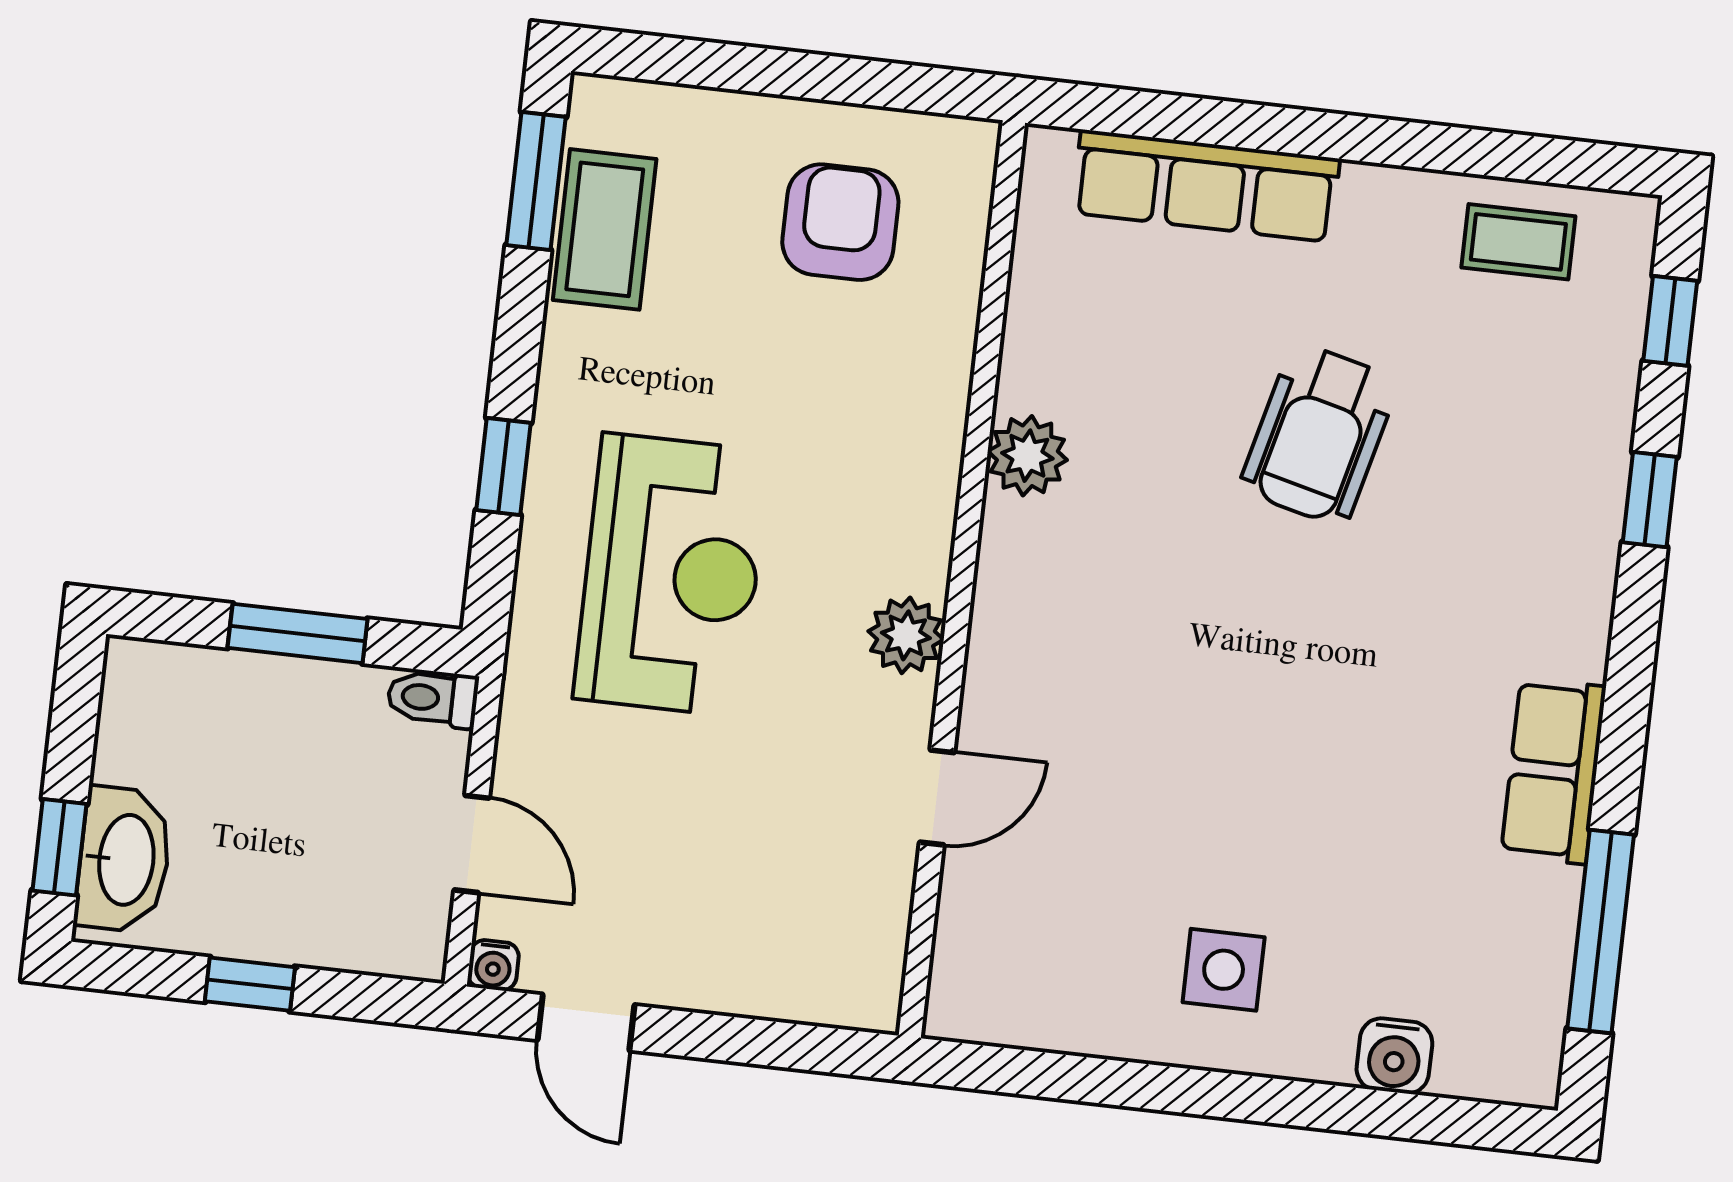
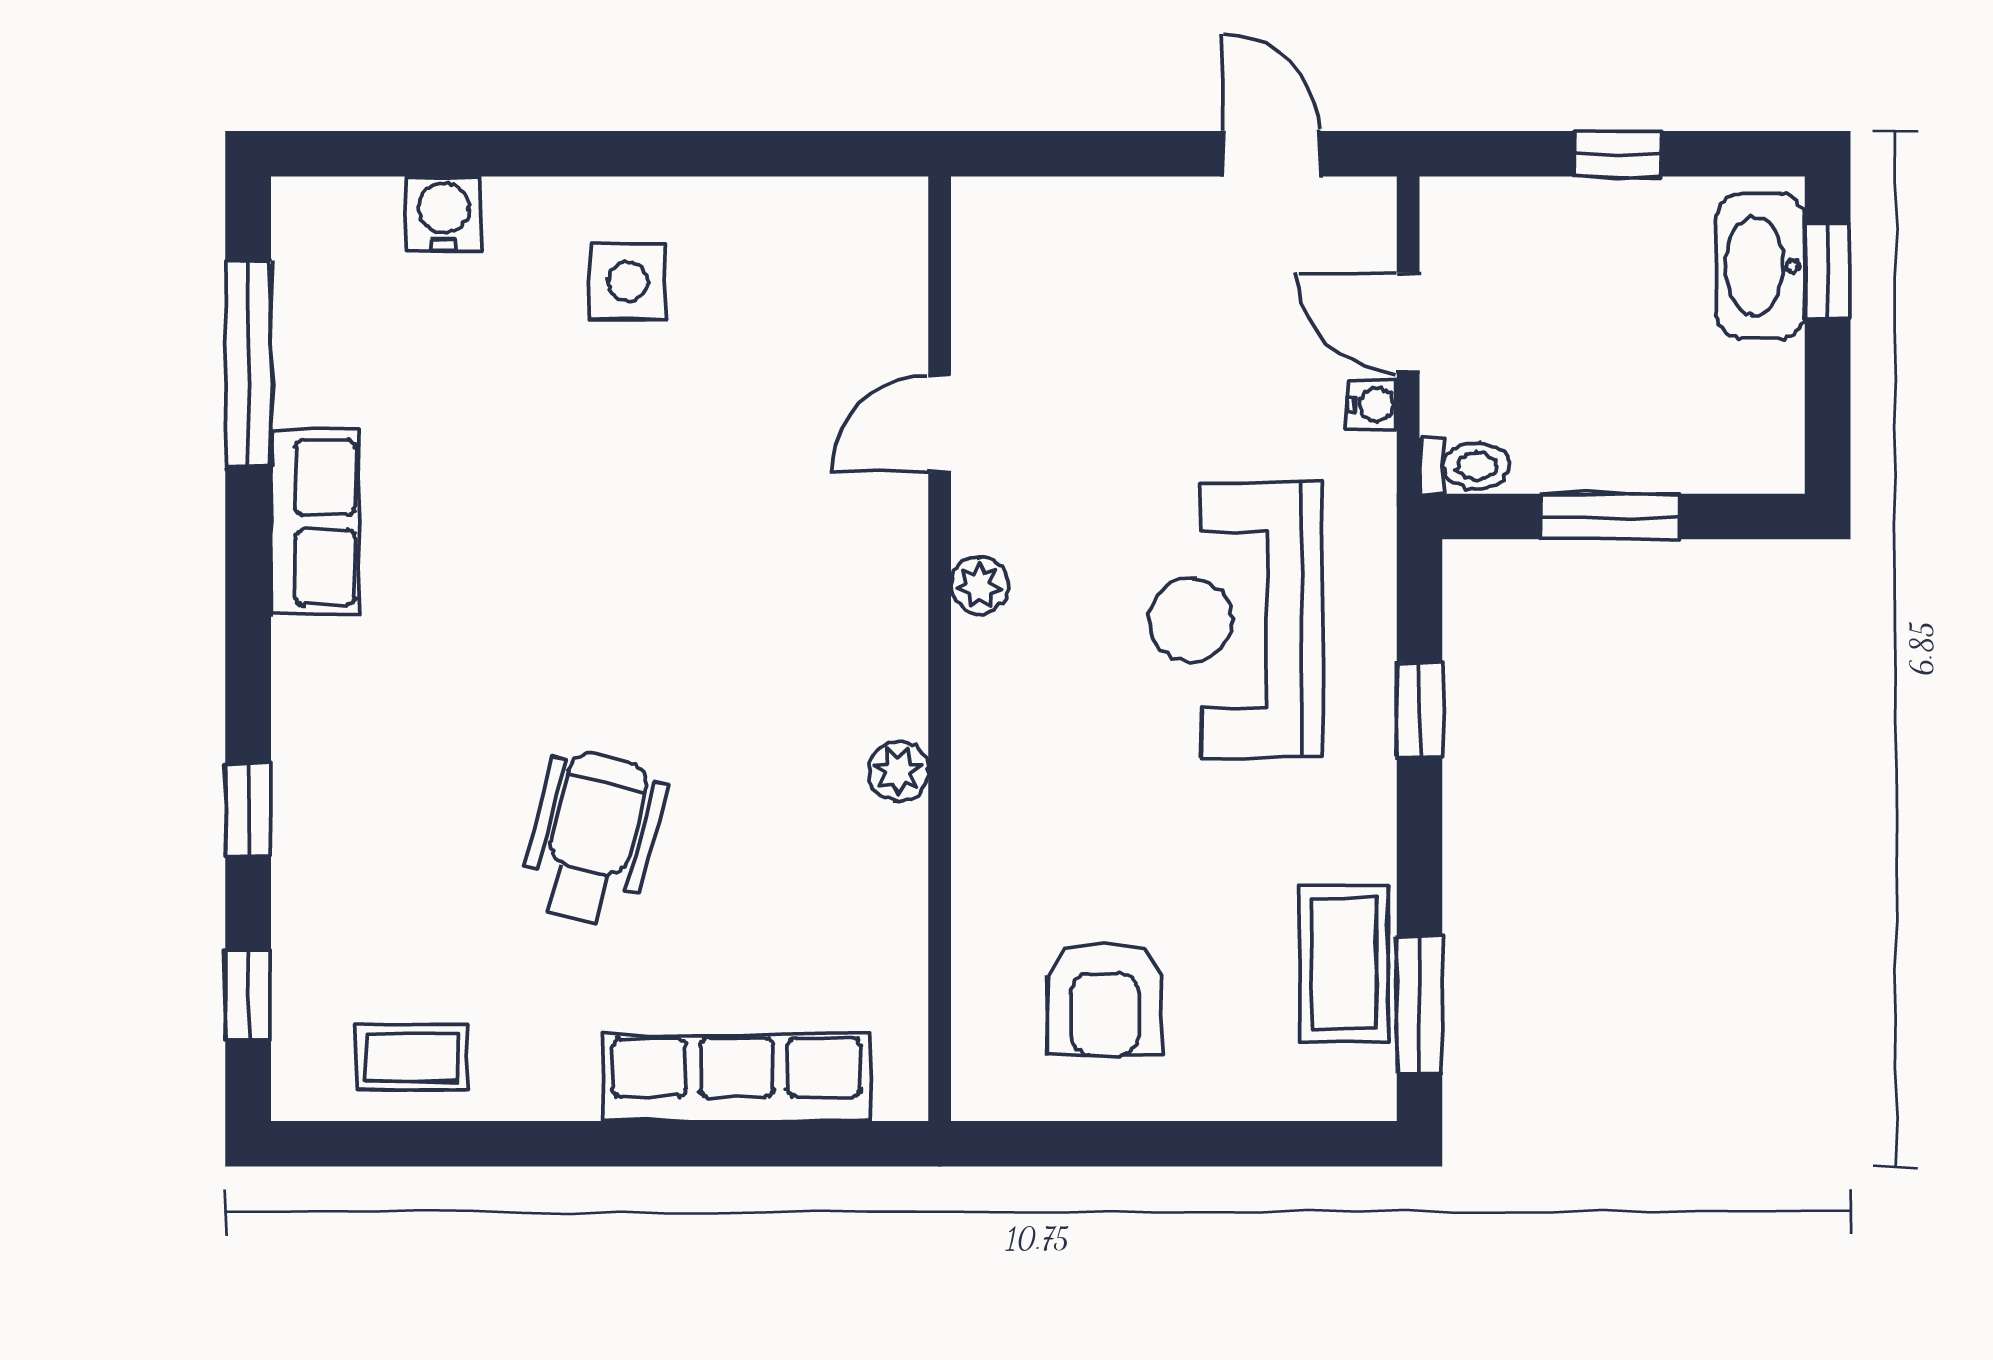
plant: (1027, 456) -> (898, 771), width x0.73, depth x0.73
plant: (906, 635) -> (979, 585), width x0.73, depth x0.73
water cooler: (493, 965) -> (1372, 404), moved, turned 90

